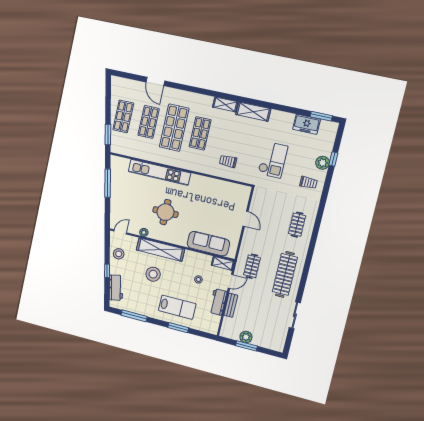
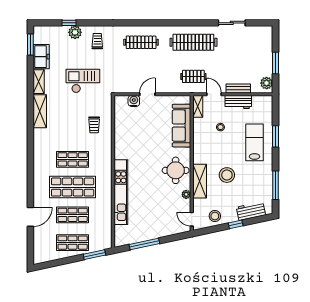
shelving: (225, 104) -> (39, 82), moved
water cooler: (242, 204) -> (134, 101), added
round table: (165, 212) -> (176, 170), moved
clothes rail: (297, 225) -> (141, 42), width x1.36
shelving: (160, 250) -> (200, 181), width x0.68
plant: (246, 337) -> (267, 83), moved

